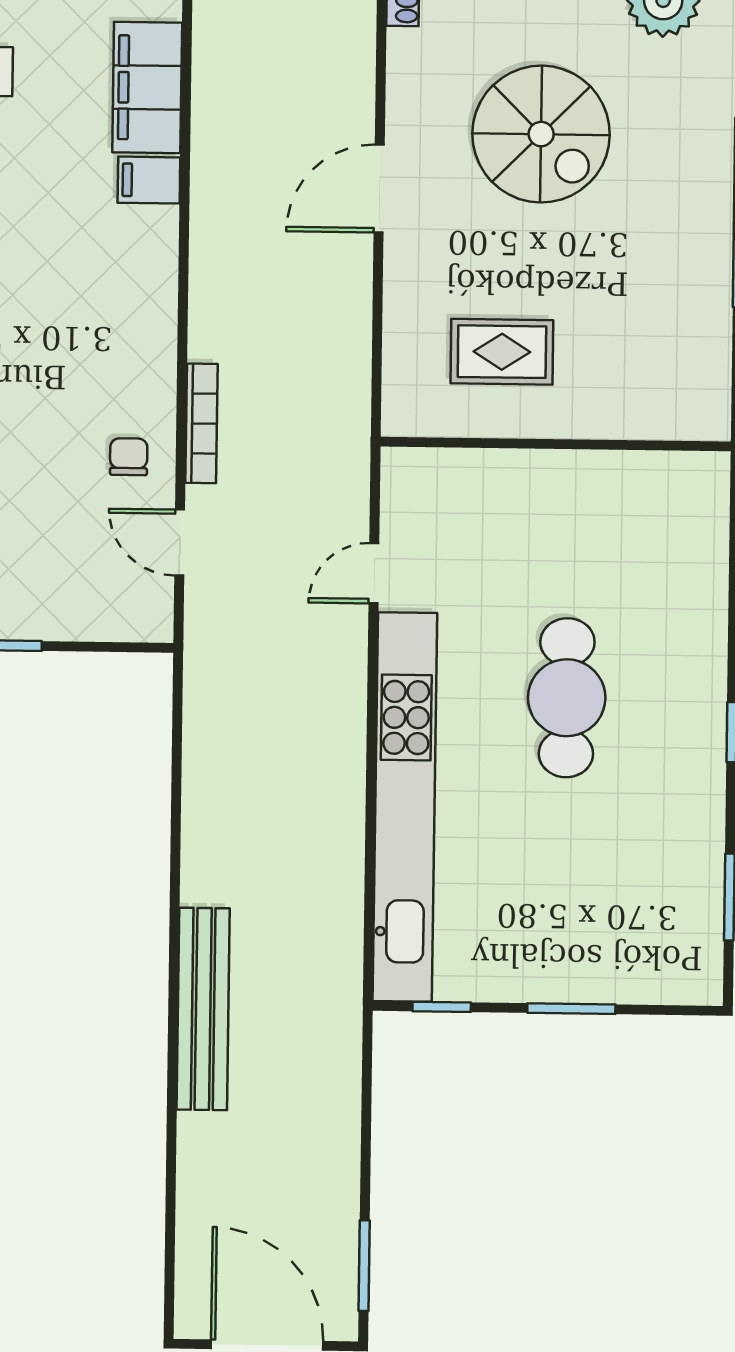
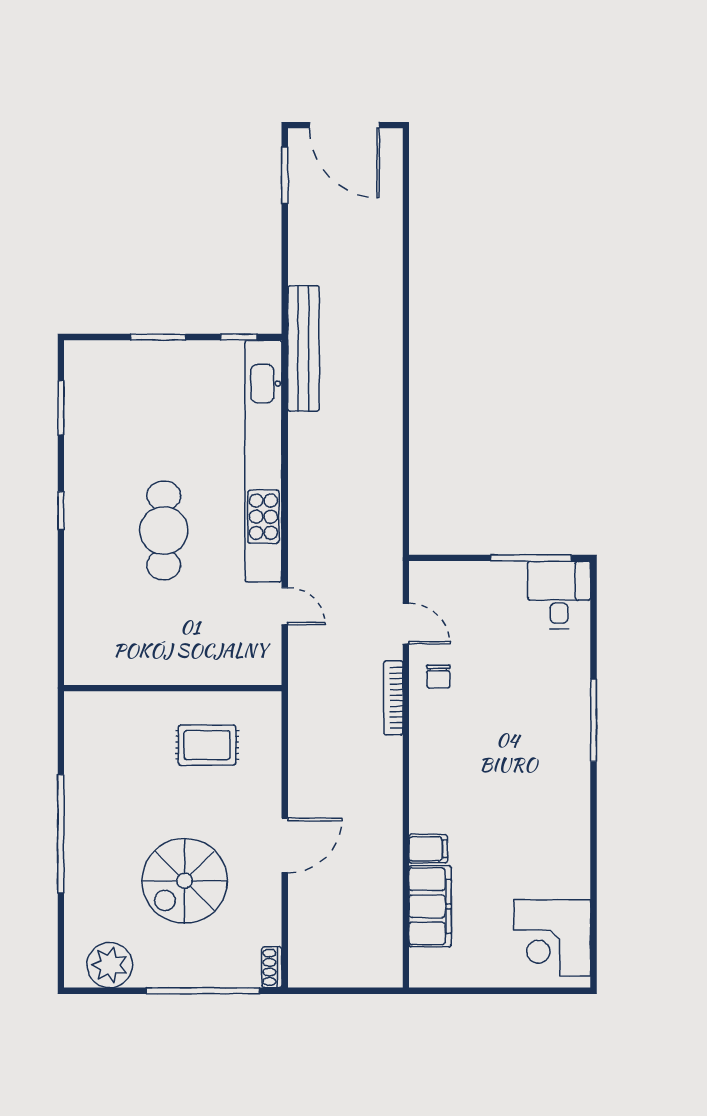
spiral stairs: (541, 134) -> (185, 881), turned -90
door: (374, 573) -> (285, 606), hinge flipped
bench: (203, 1009) -> (303, 348), moved

